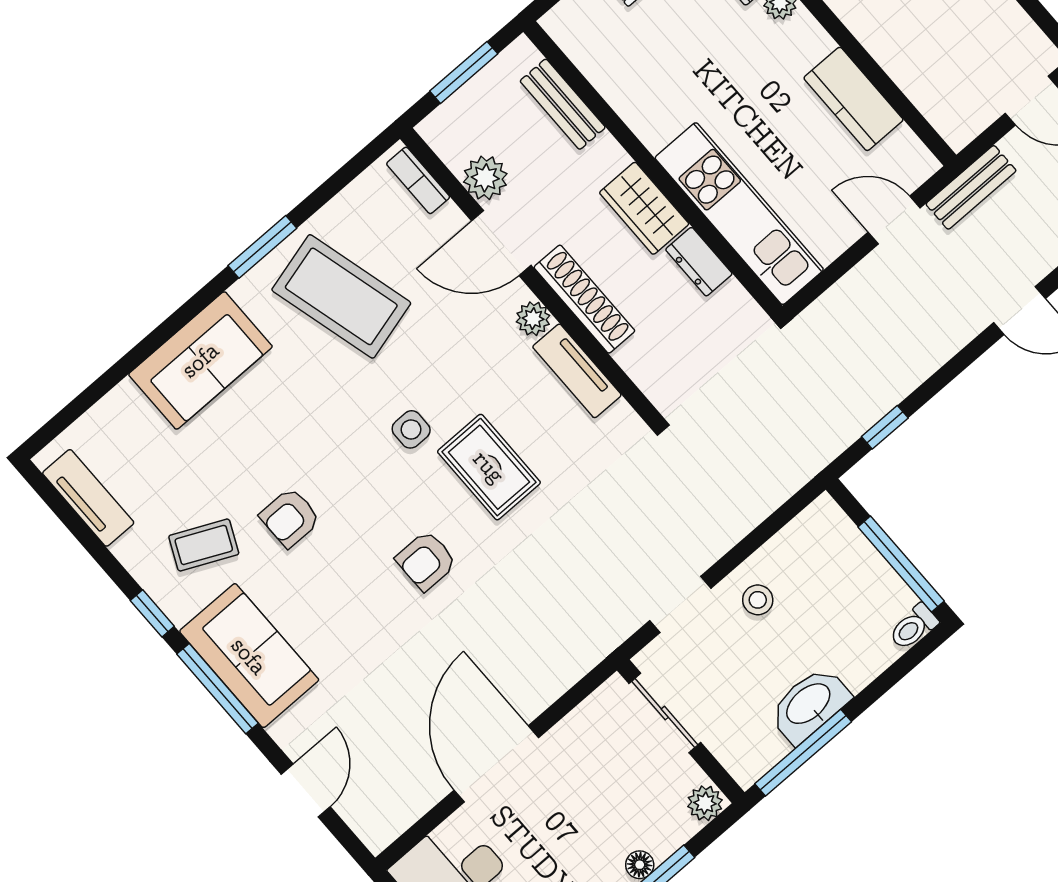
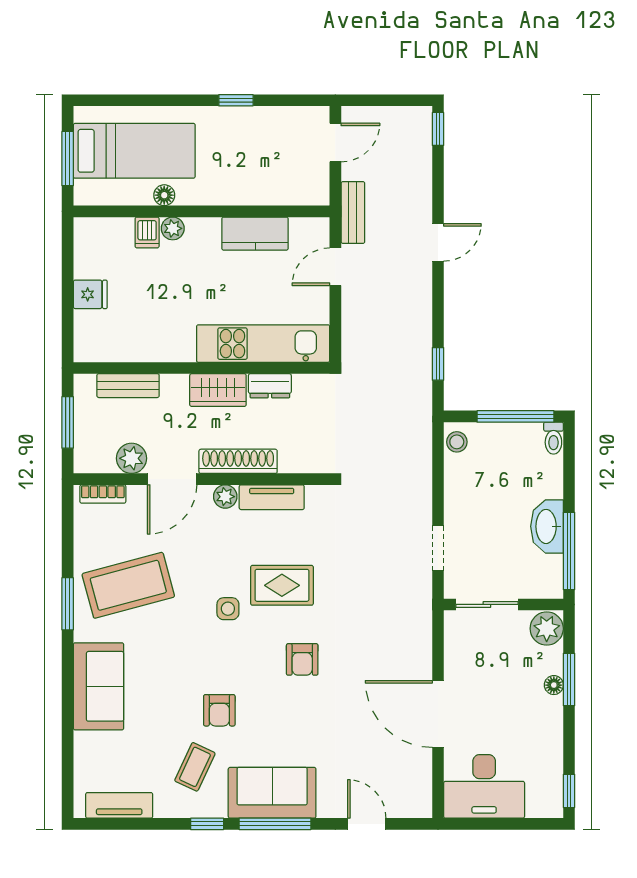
stool: (758, 600) -> (457, 442), moved
plant: (705, 803) -> (547, 629), width x1.38, depth x1.38

